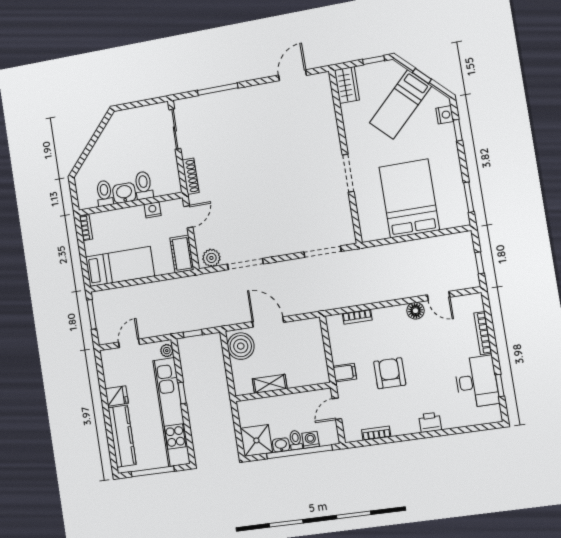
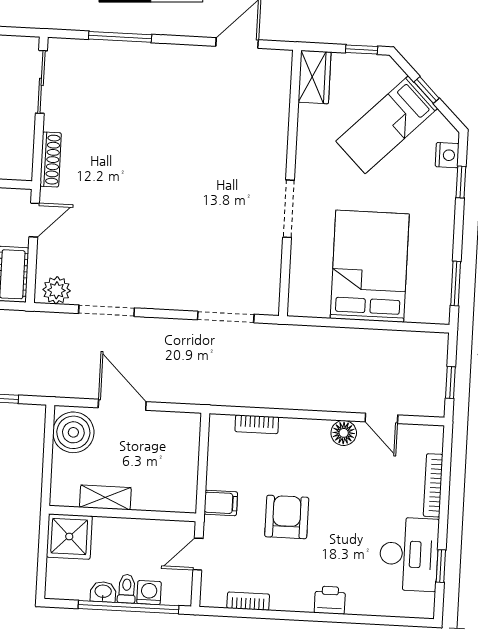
shower: (256, 440) -> (69, 536), moved

